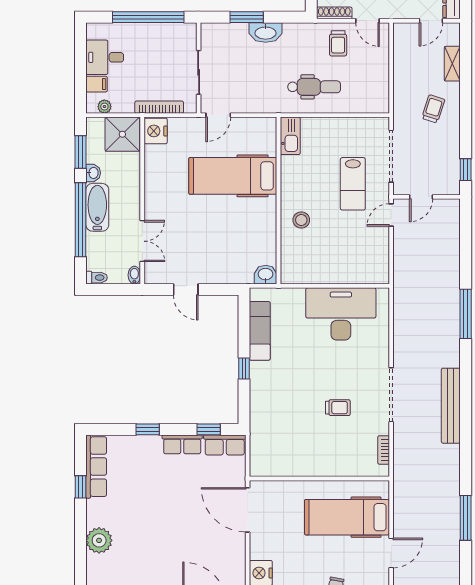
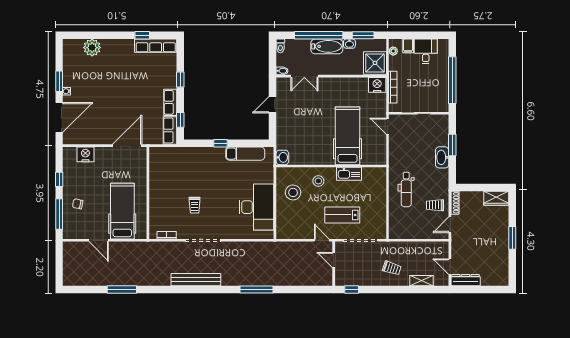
kitchen sink: (290, 136) -> (349, 174), moved
stool: (319, 258) -> (293, 192), added
plant: (99, 540) -> (92, 48), moved

